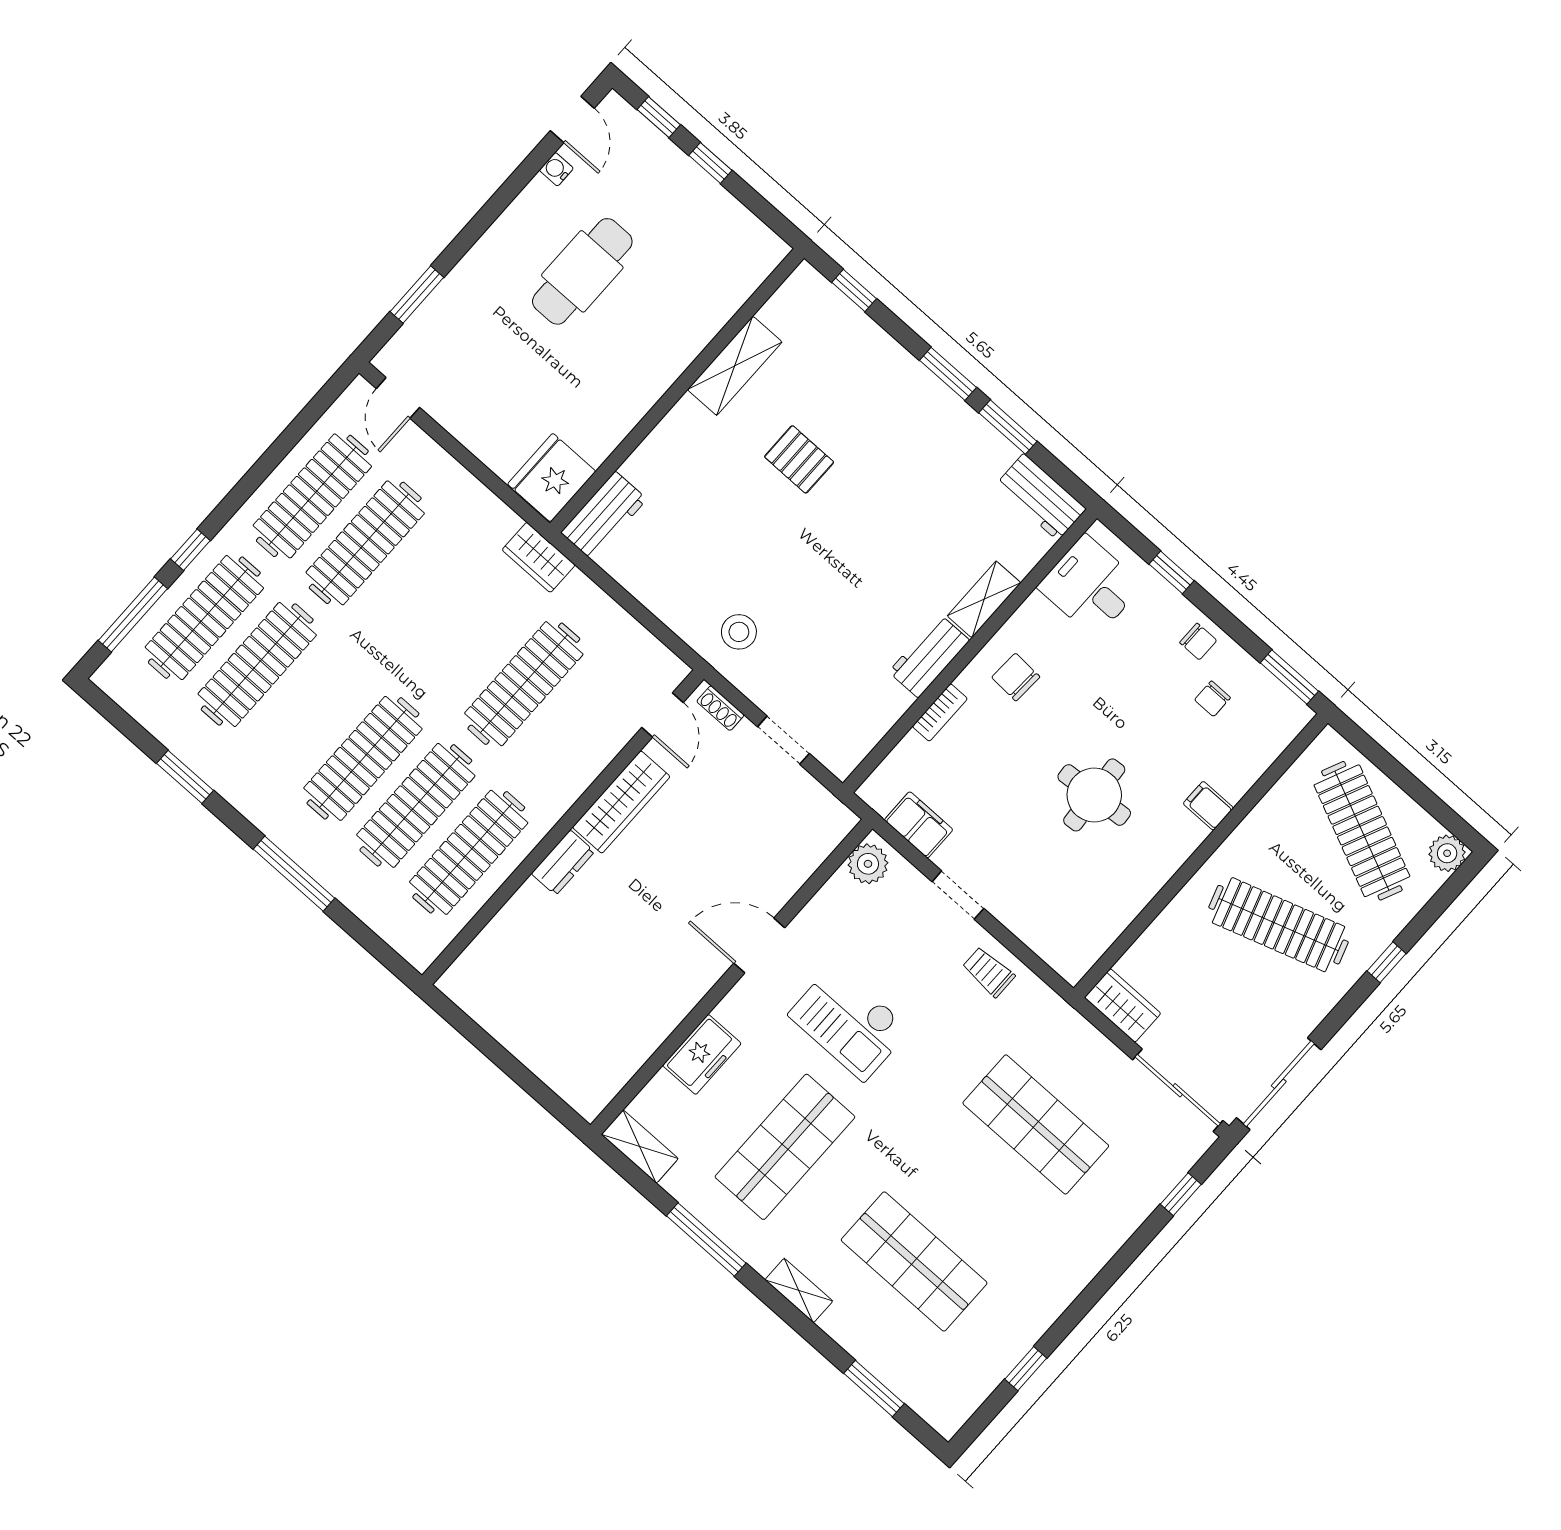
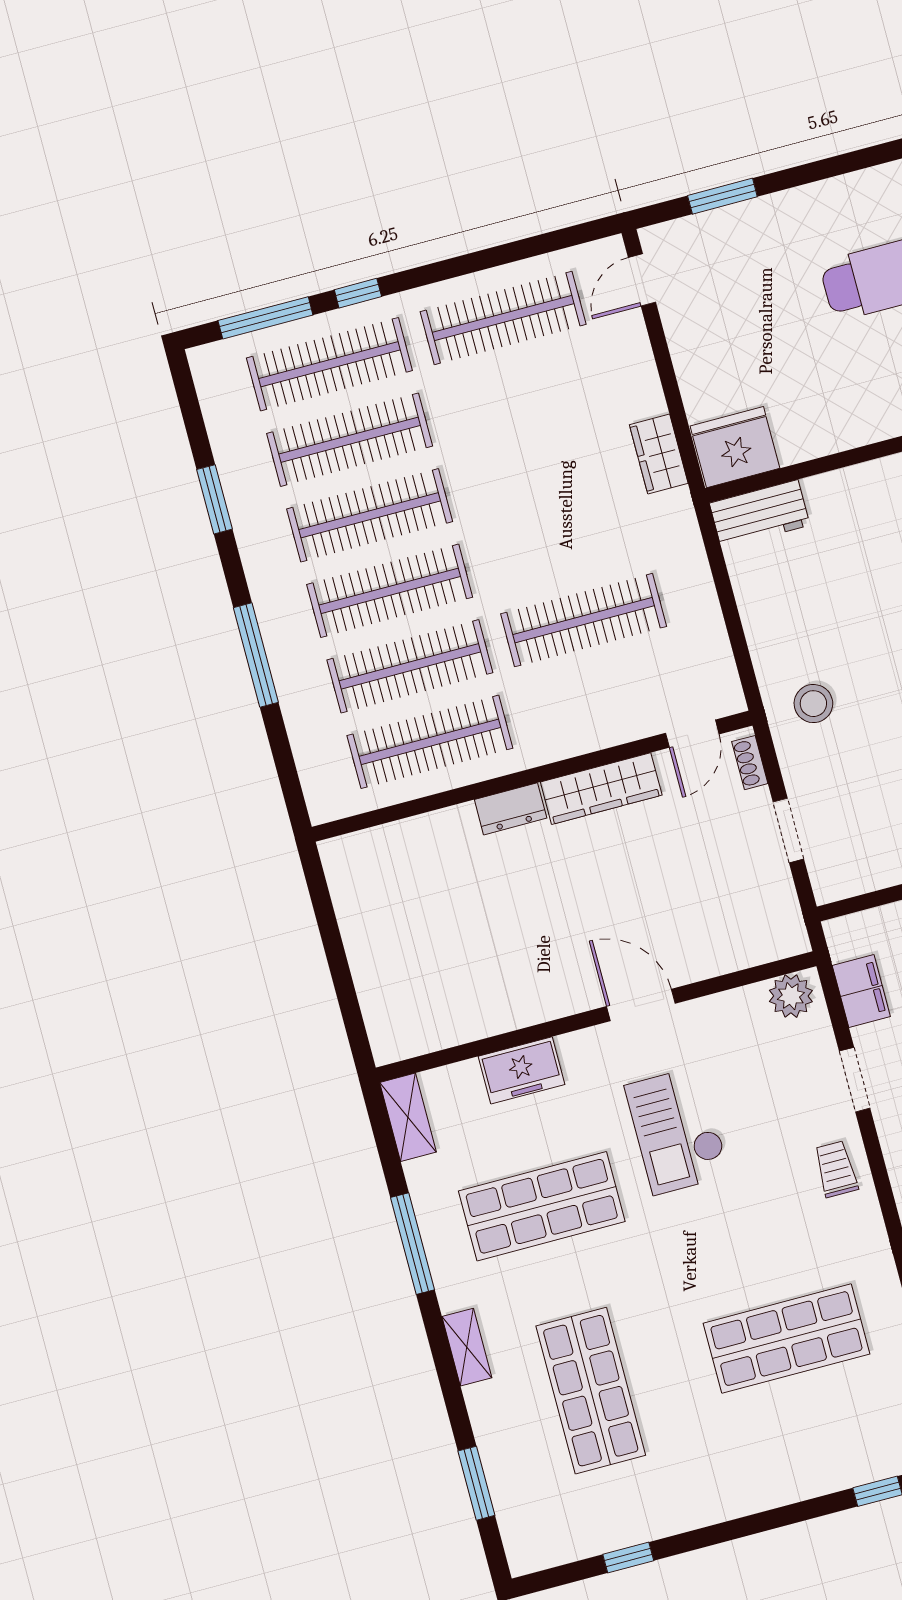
clothes rail: (365, 543) -> (370, 515), moved
wardrobe: (539, 557) -> (659, 454), moved
shop shelf: (1036, 1124) -> (786, 1339), turned 90

